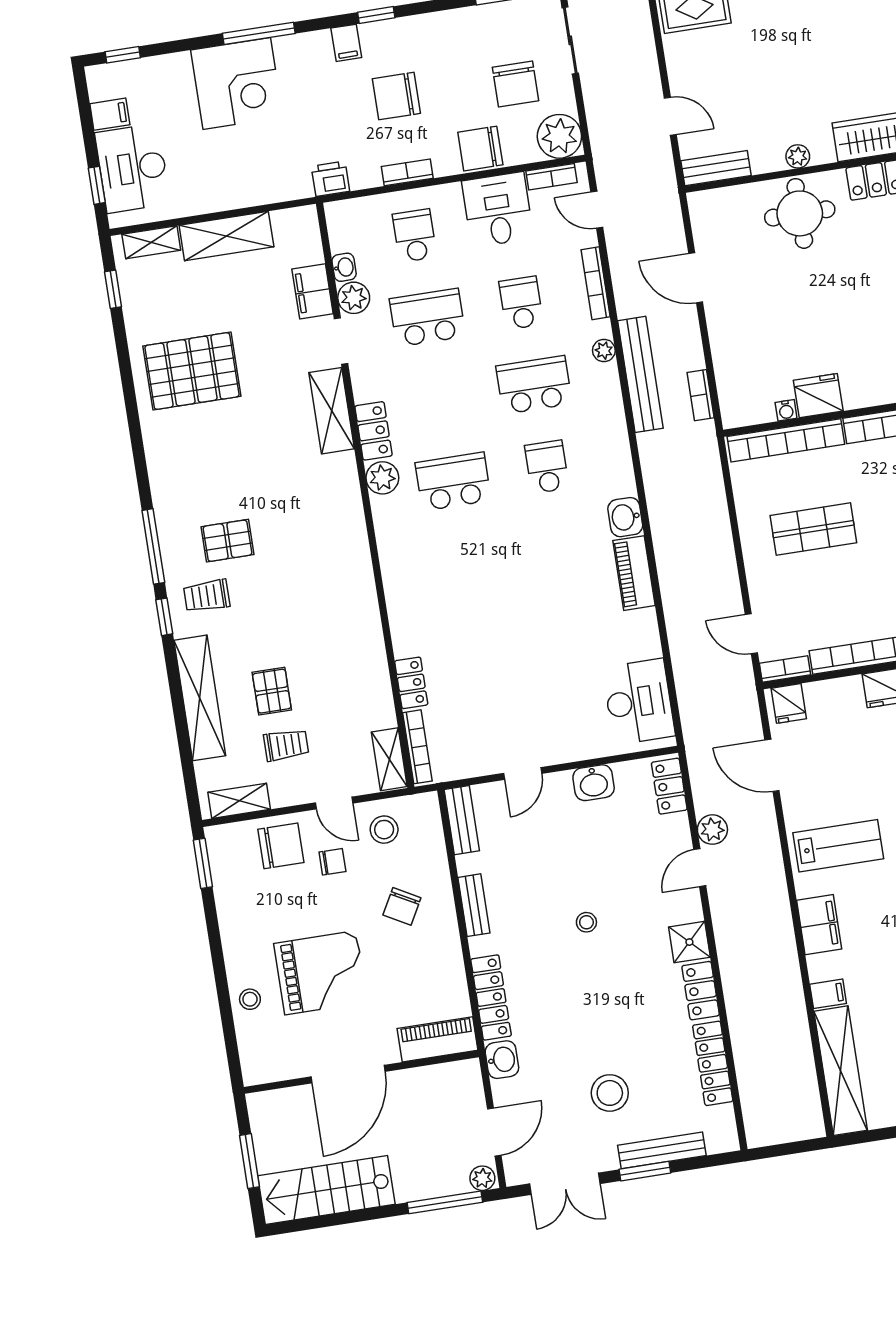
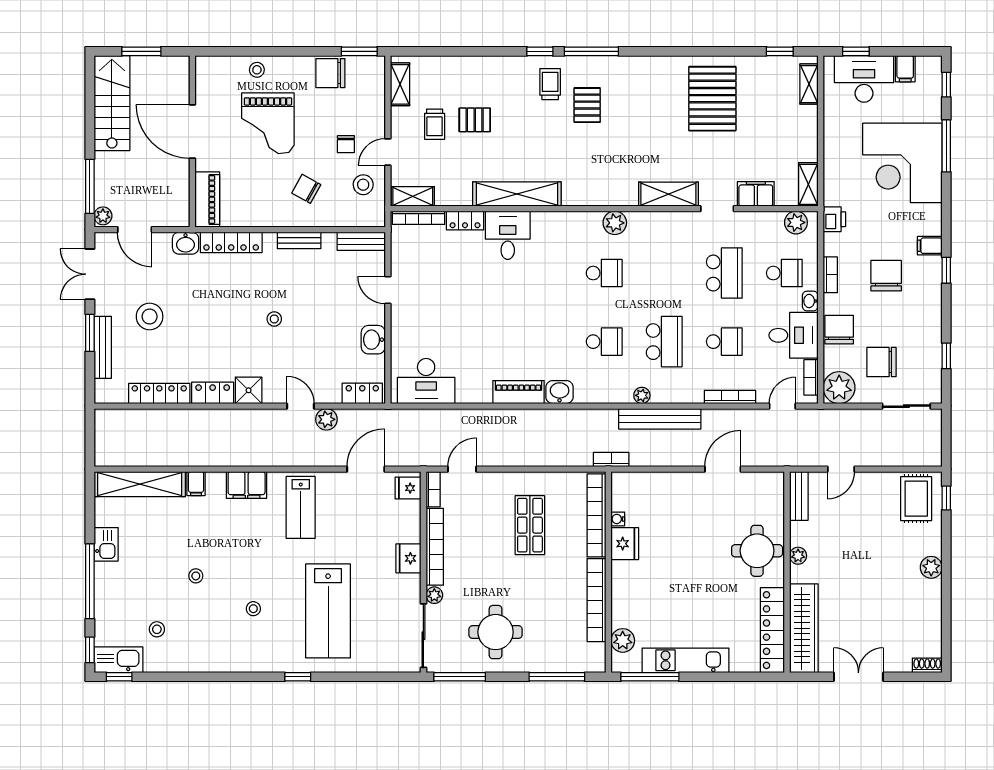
window: (259, 33) -> (946, 146), moved
corner desk: (237, 84) -> (902, 163), width x1.36, depth x1.36
shelving: (226, 236) -> (808, 184), moved, width x0.67, depth x0.75
washbasin: (344, 267) -> (810, 301), moved, turned 90
plant: (354, 298) -> (796, 222), moved
plant: (604, 350) -> (642, 395), moved
bookcase: (701, 395) -> (611, 459), moved
locker: (374, 431) -> (649, 222), removed
school desk: (453, 482) -> (604, 273), width x0.54
desk: (422, 621) -> (508, 235), added
shelving: (200, 698) -> (517, 194), moved
chair: (281, 846) -> (330, 73), moved, turned 90

